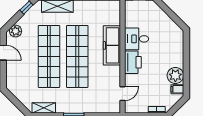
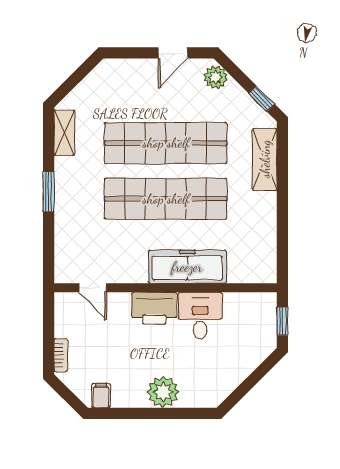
plant: (175, 75) -> (163, 392), moved

